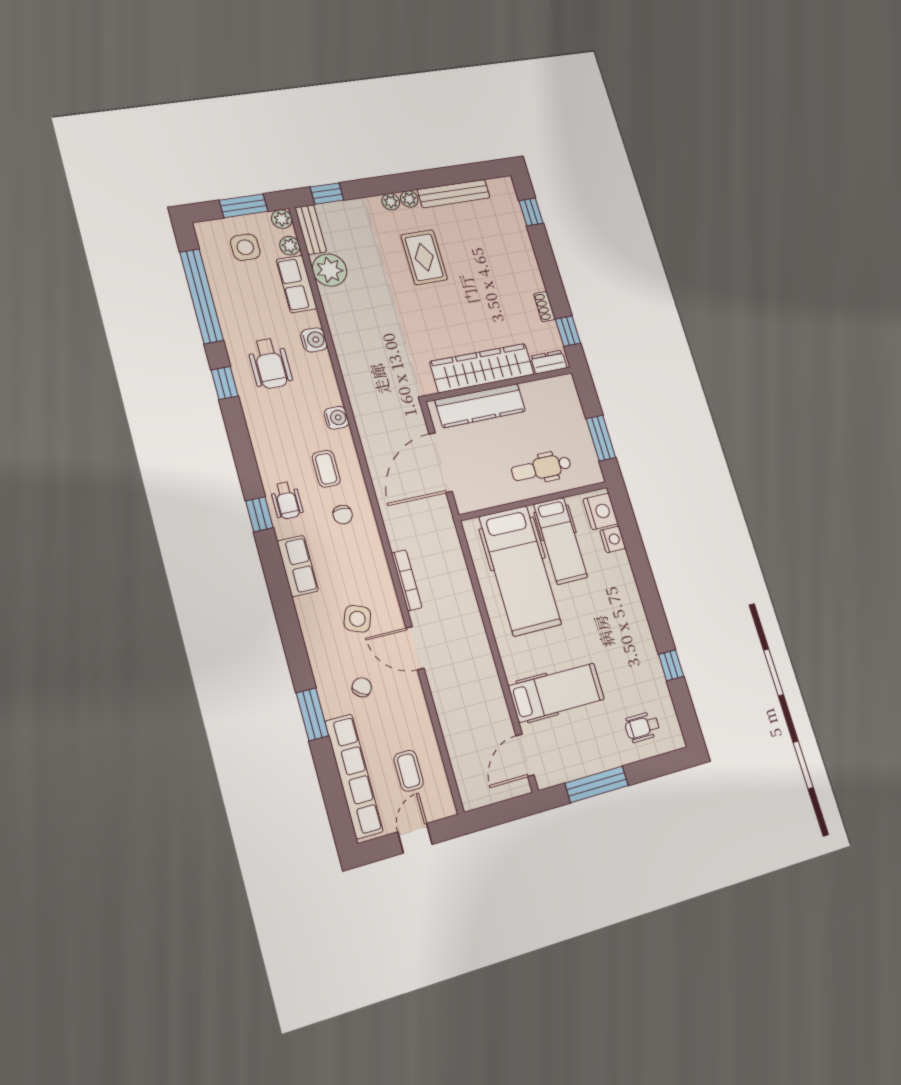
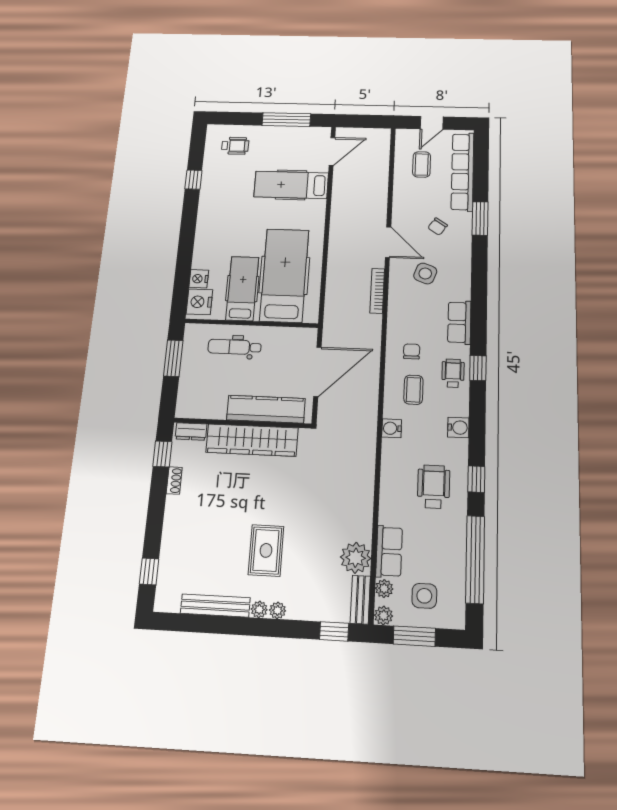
water cooler: (314, 340) -> (458, 427), moved, turned 180
dental chair: (541, 468) -> (235, 347), turned 180

